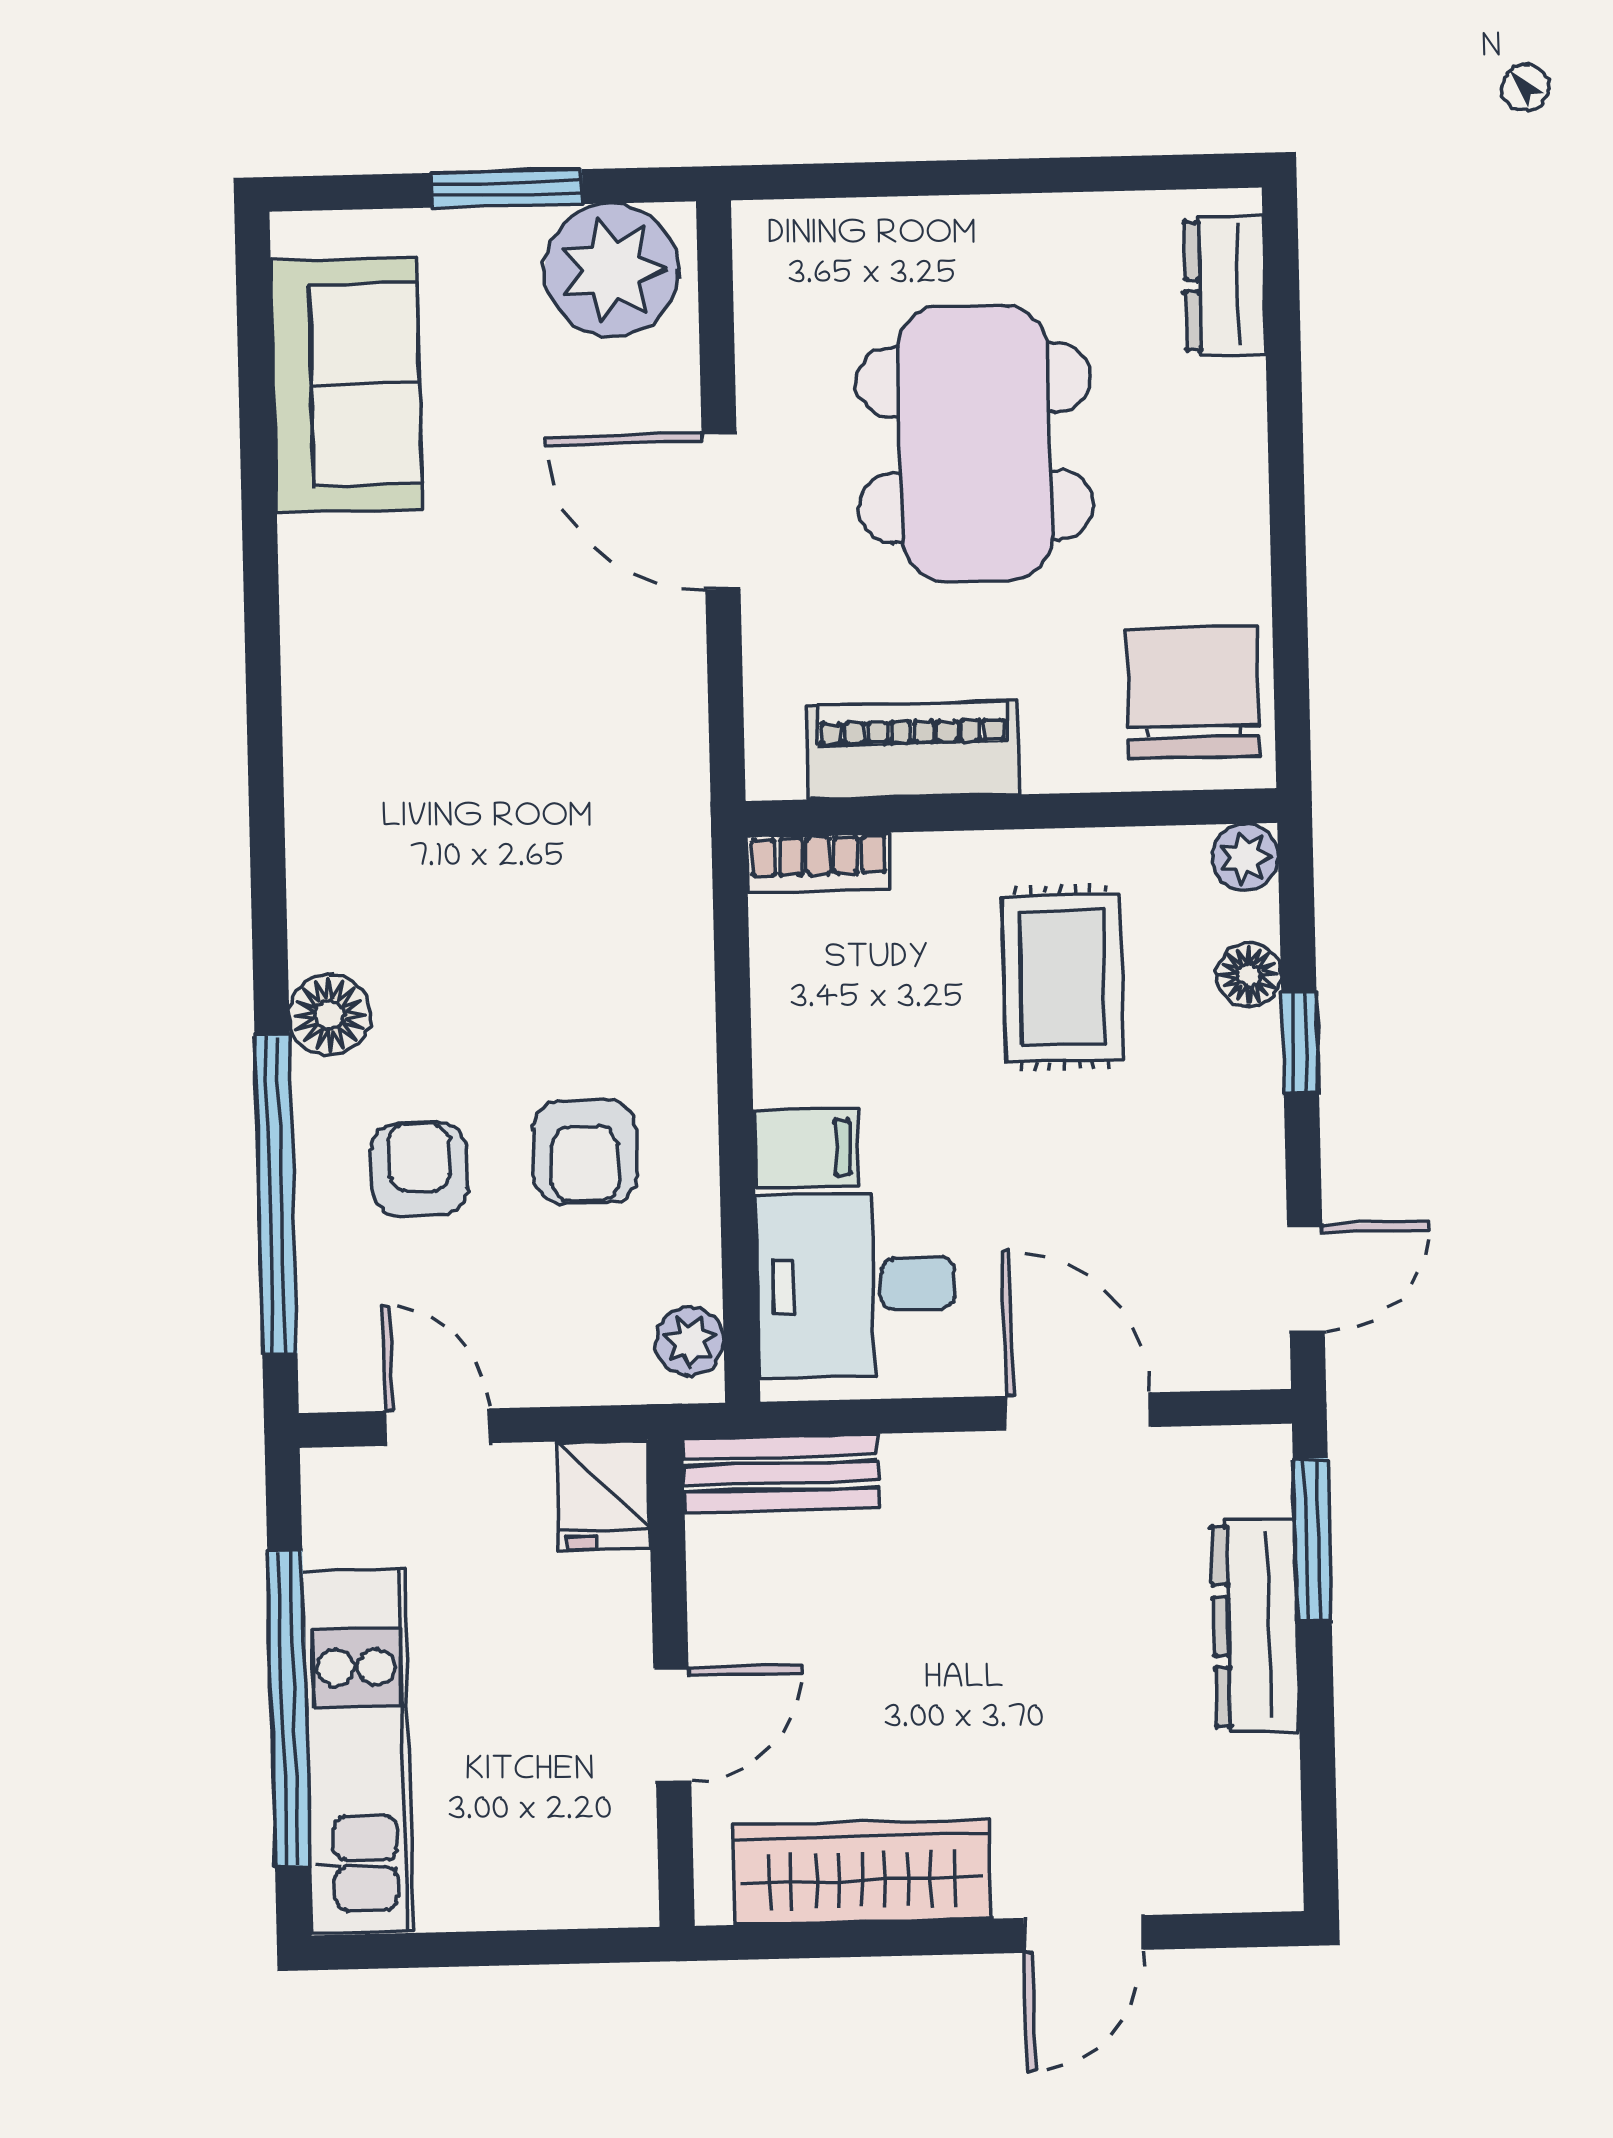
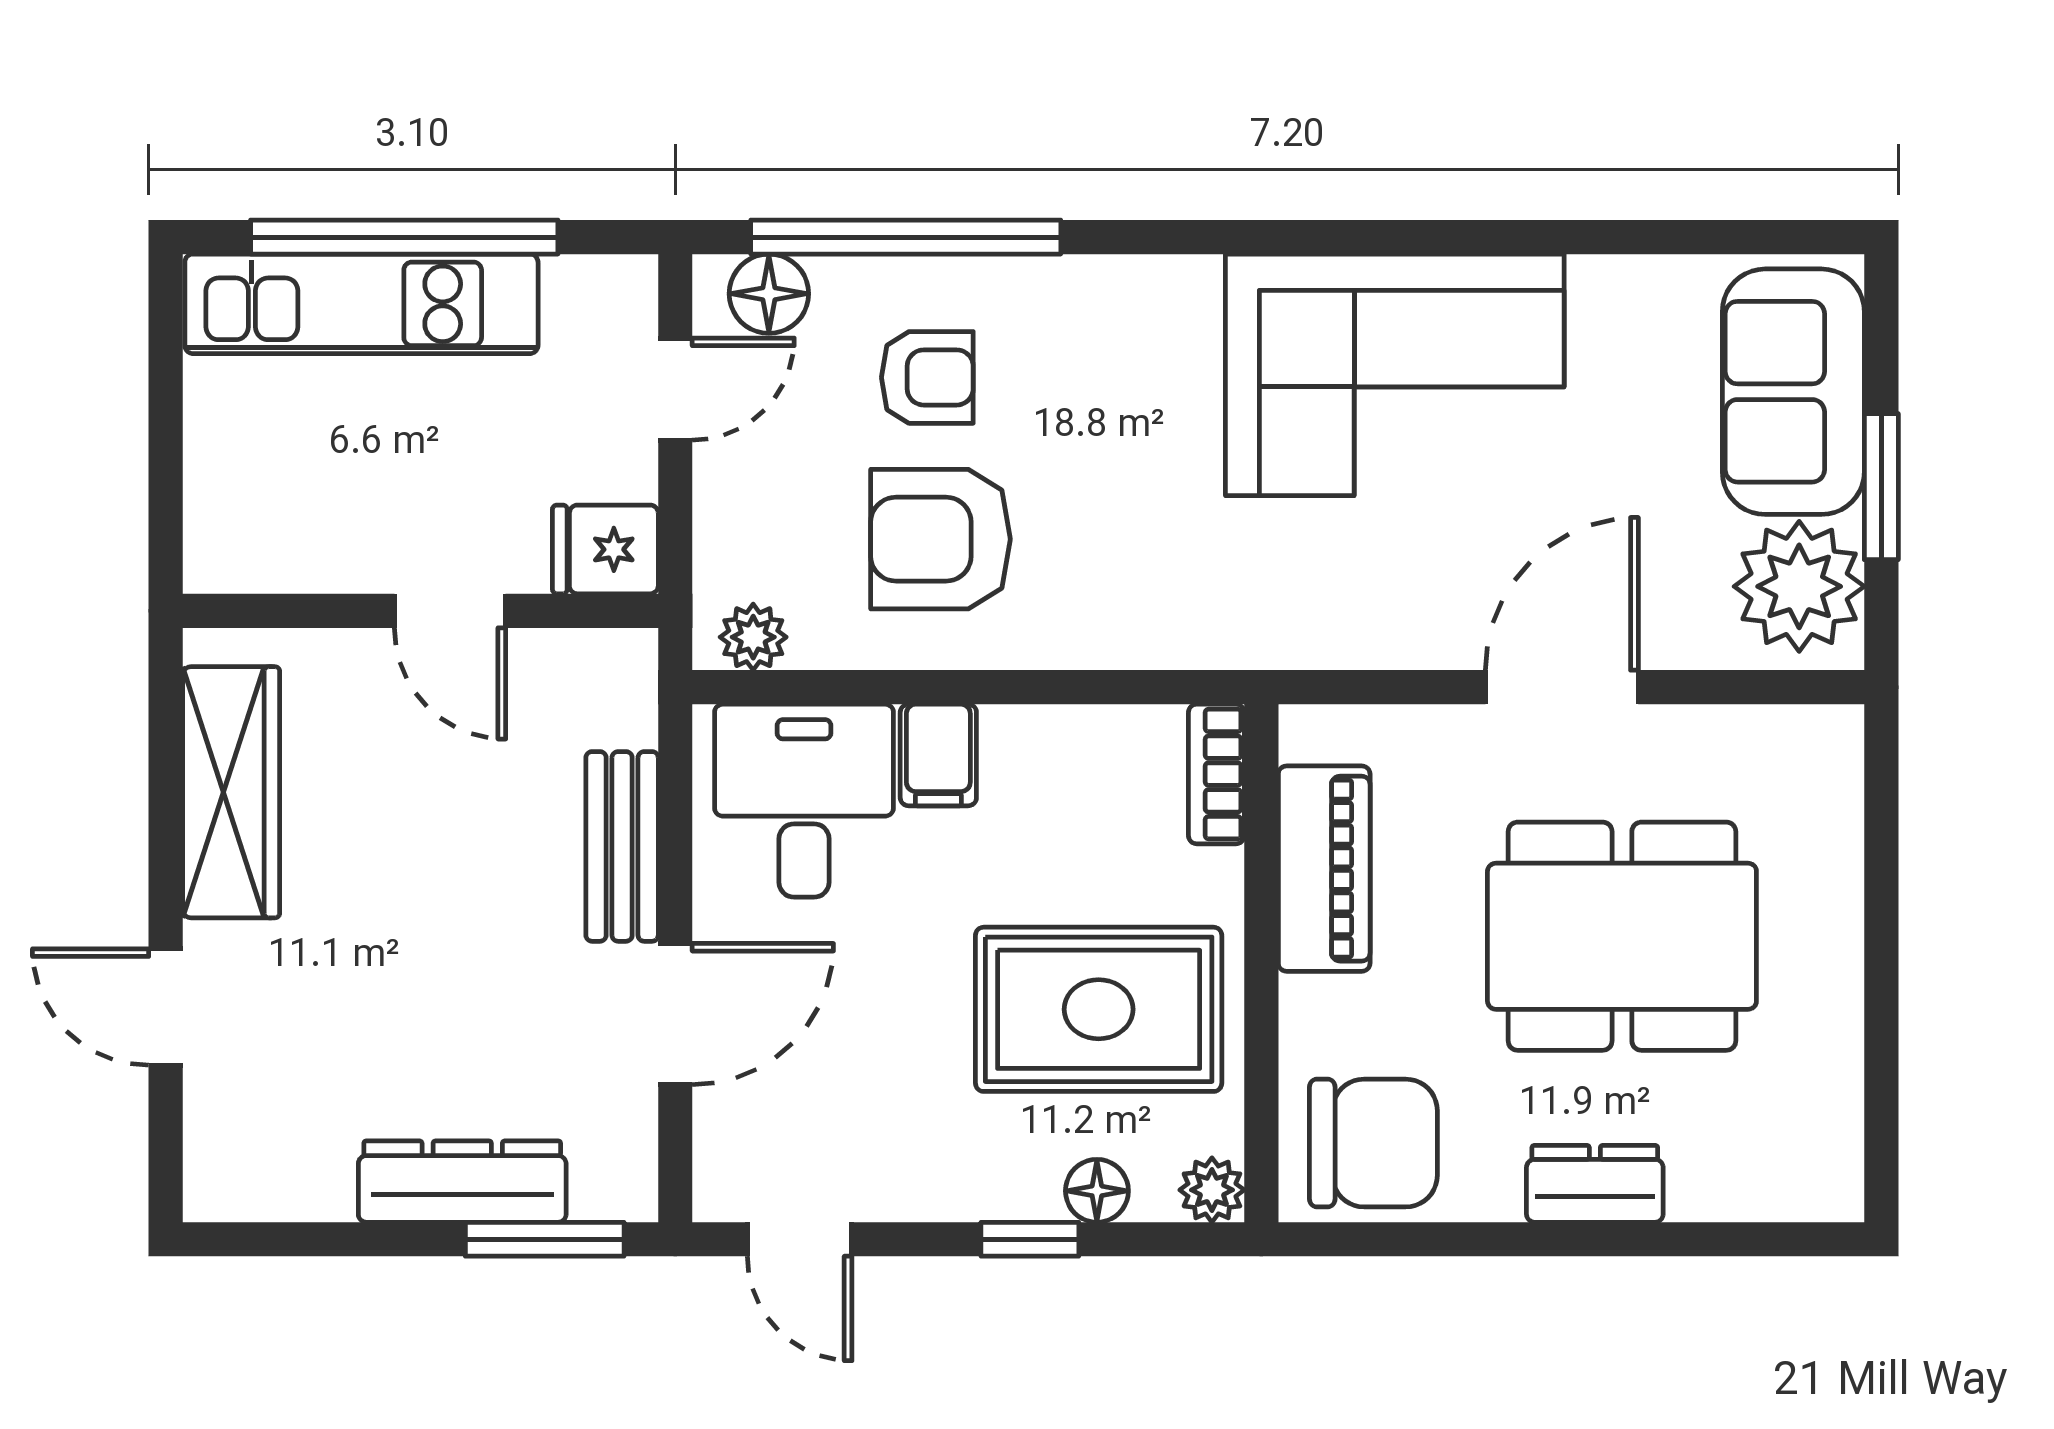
dresser: (1225, 285) -> (1595, 1184), moved
sofa: (346, 385) -> (1793, 392), moved, turned 90
corner sofa: (405, 690) -> (1395, 375), added
rug: (1063, 978) -> (1099, 1009), width x1.36, depth x1.43
floor lamp: (330, 1015) -> (769, 294), moved
armchair: (585, 1151) -> (940, 539), width x1.38, depth x1.38
bench: (781, 1473) -> (622, 846), moved
door: (672, 1725) -> (450, 611), moved

